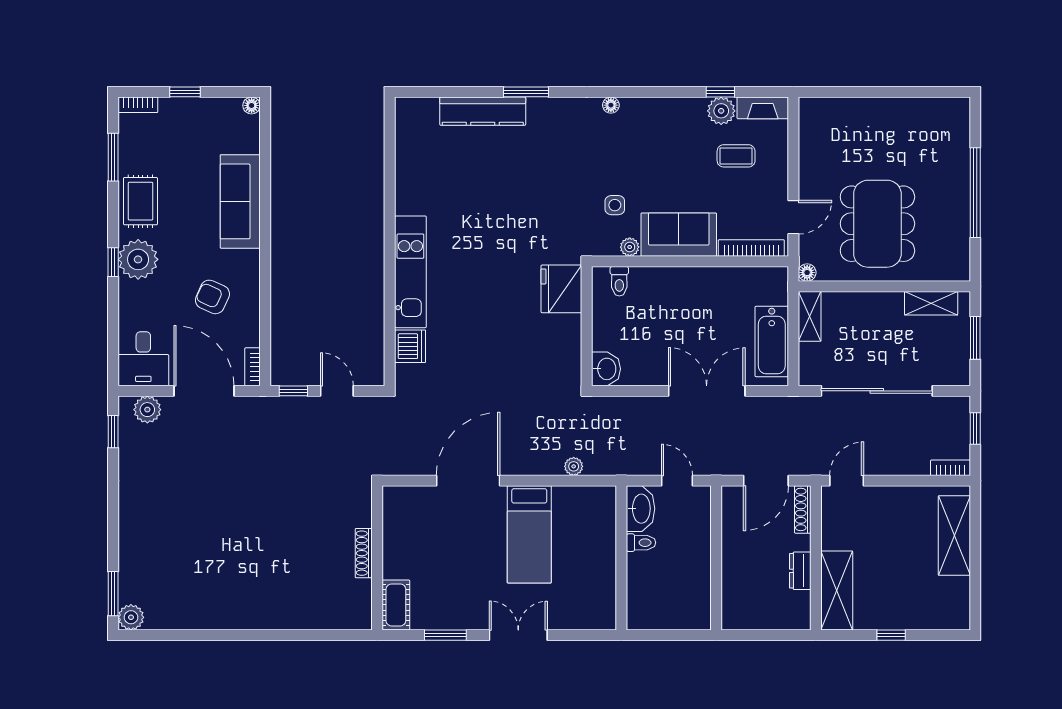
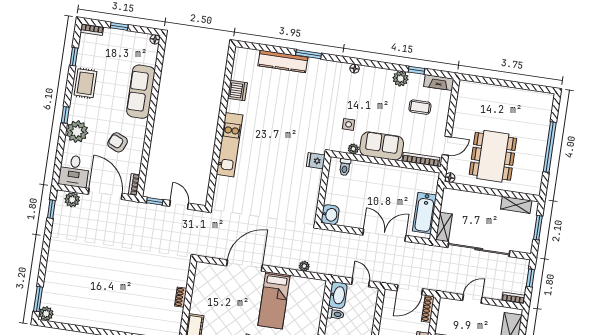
plant: (721, 111) -> (401, 79), moved
window: (113, 157) -> (74, 57), width x0.67
plant: (138, 259) -> (77, 132), moved
fridge: (561, 289) -> (316, 161), width x0.53, depth x0.75
shelving: (810, 316) -> (444, 227), moved
dishwasher: (410, 346) -> (237, 91), moved
door: (847, 481) -> (472, 299), moved
shoe rack: (364, 553) -> (181, 297), width x0.70

